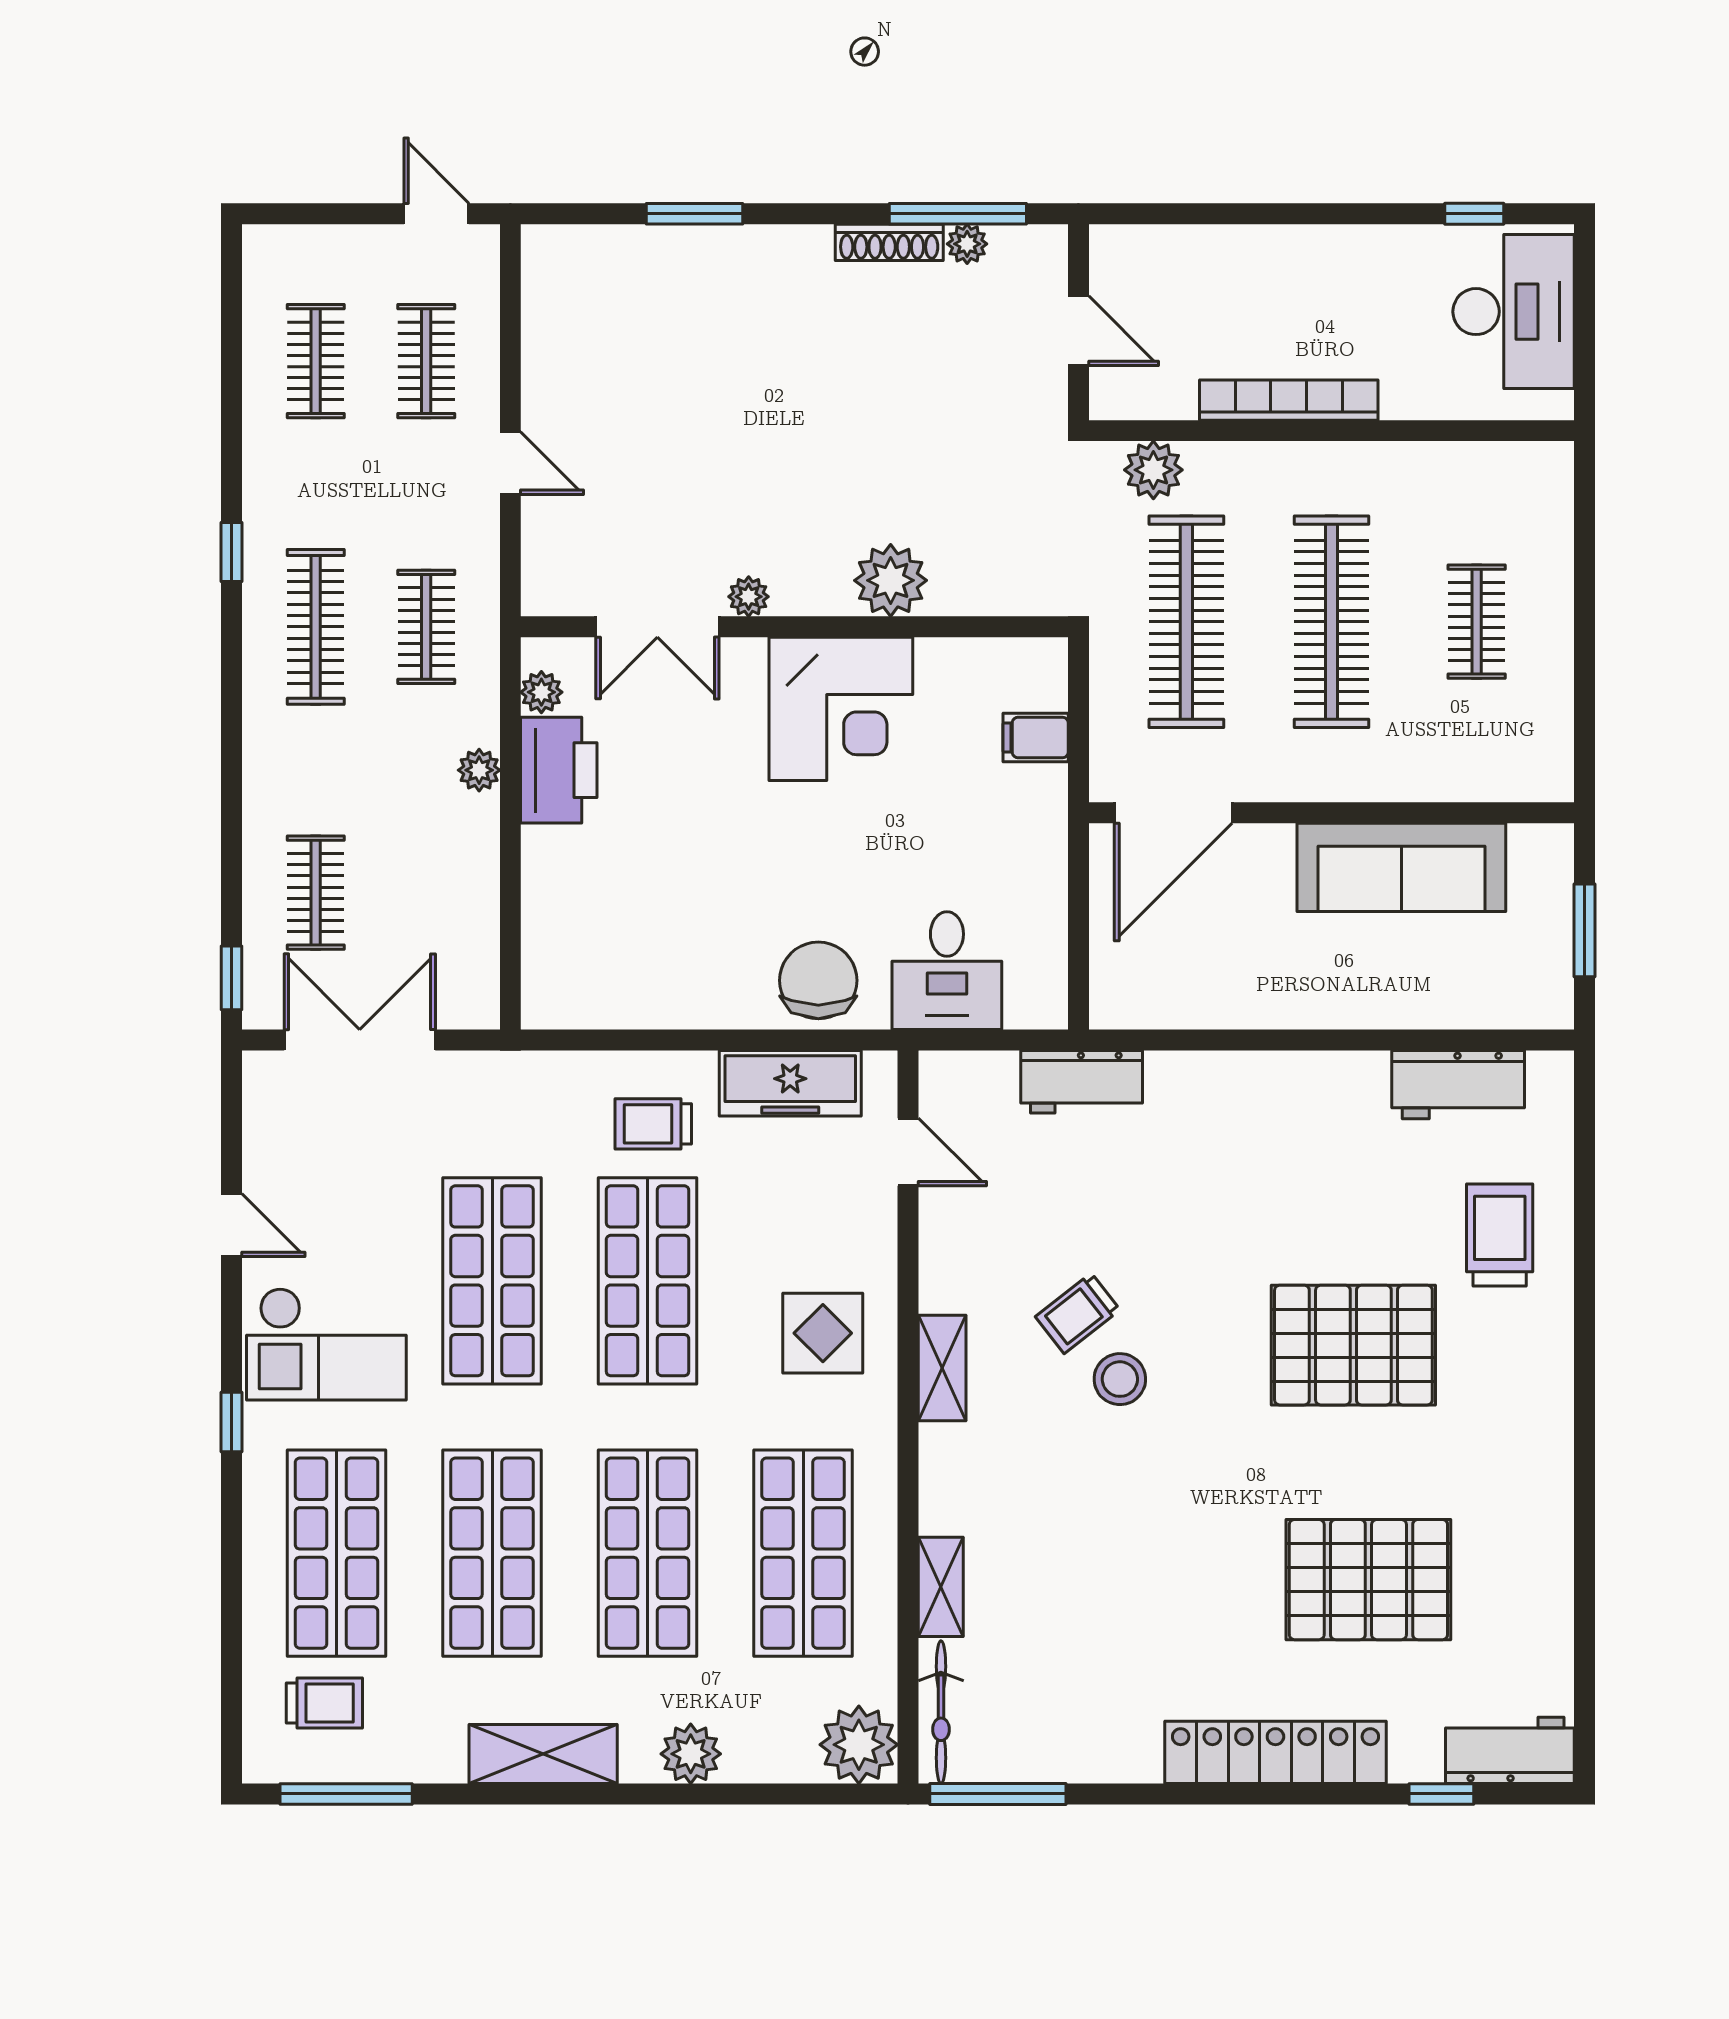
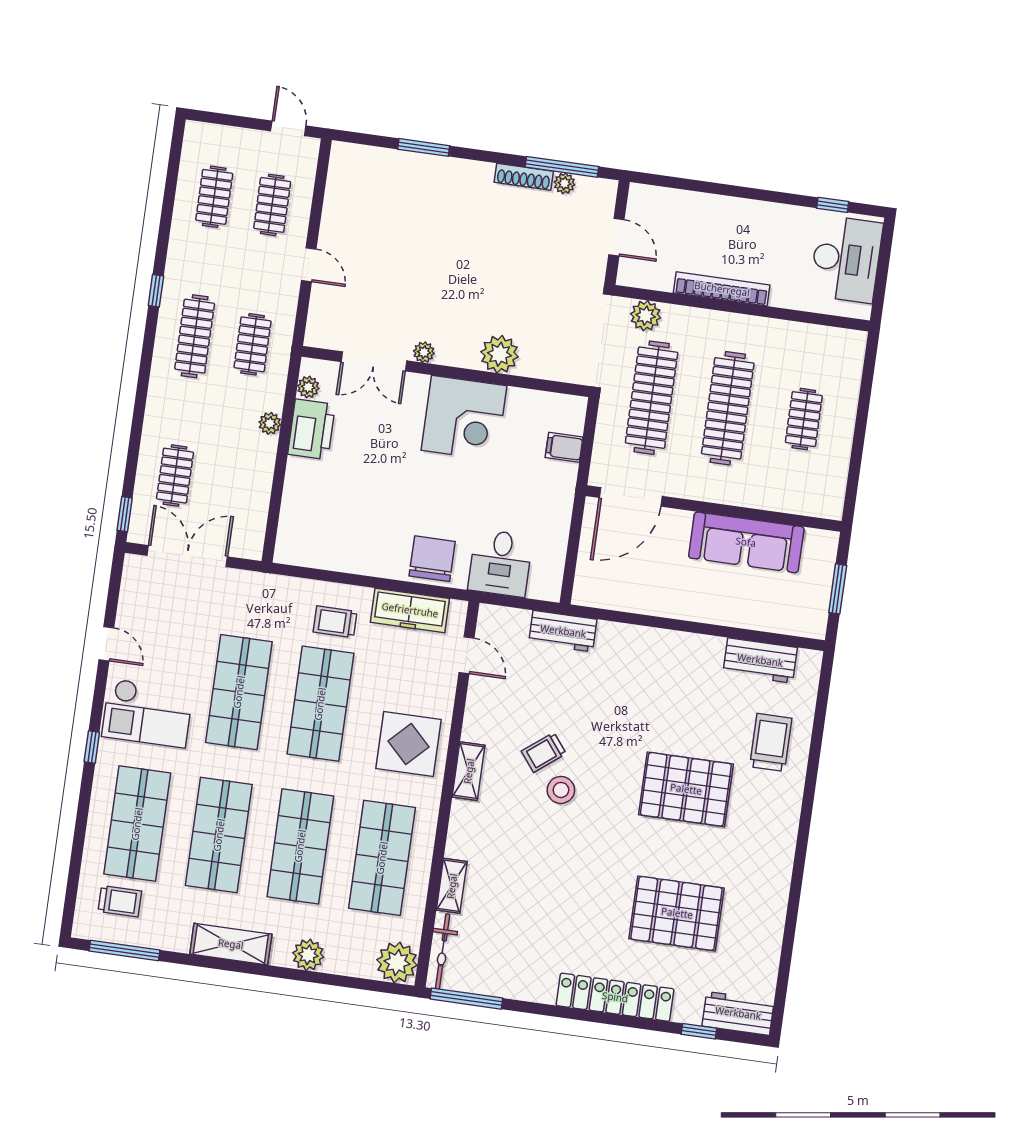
display table: (823, 1333) -> (408, 744), width x1.36, depth x1.36

